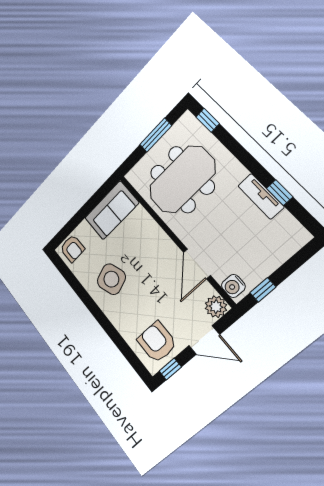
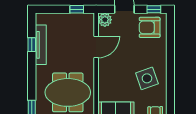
tv unit: (261, 196) -> (41, 45), width x1.41
water cooler: (233, 286) -> (88, 22), removed
armchair: (157, 342) -> (150, 27), turned 90

